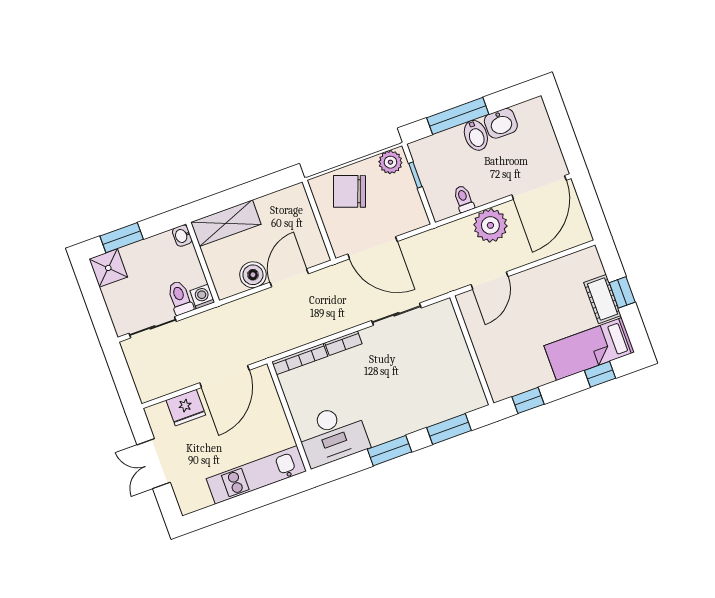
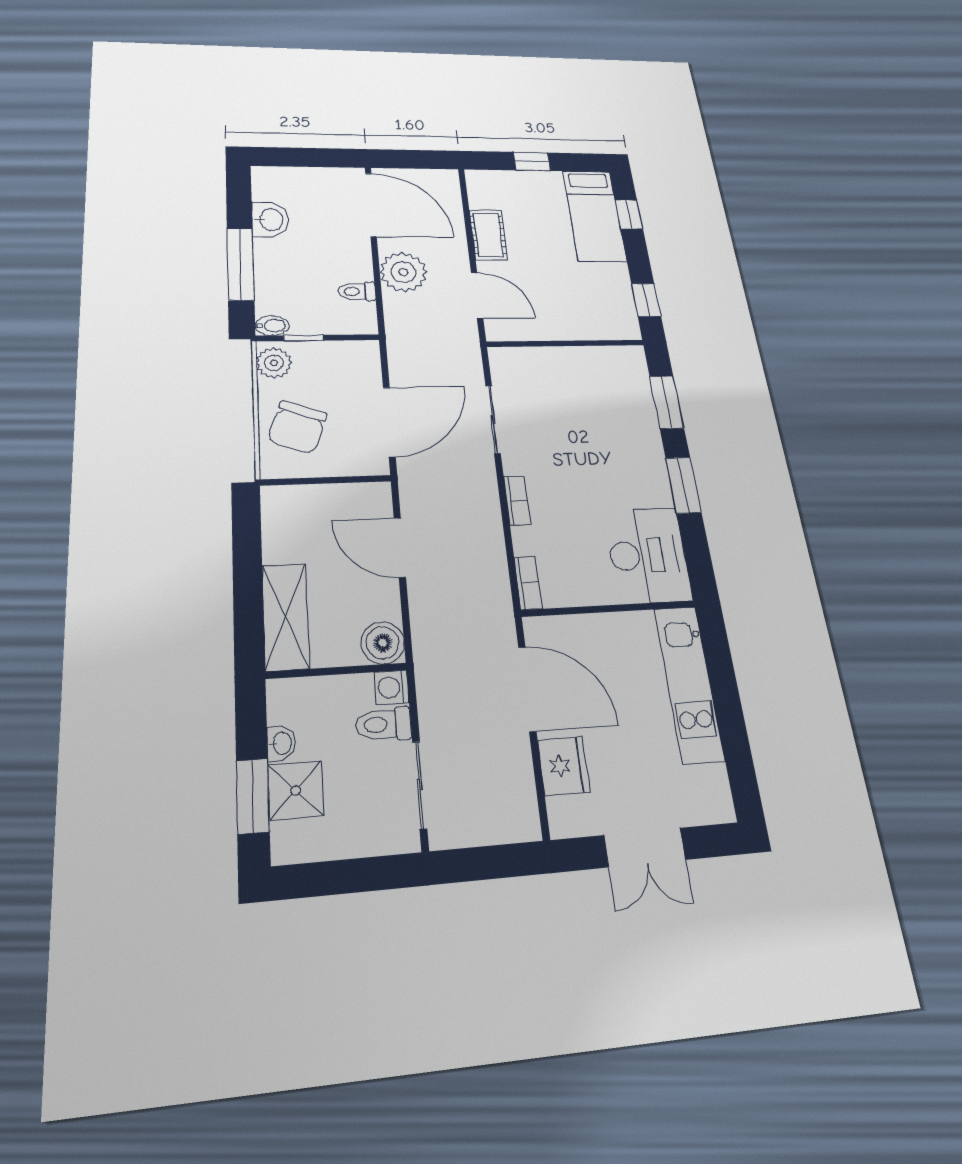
bidet: (476, 135) -> (272, 326), moved, width x0.72, depth x0.74
washbasin: (182, 236) -> (281, 743), moved, turned -90
shower: (108, 268) -> (296, 791), moved
boiler: (253, 275) -> (383, 643), moved
cot: (602, 299) -> (488, 235), moved, turned 90
bookcase: (300, 359) -> (528, 583), width x0.64

